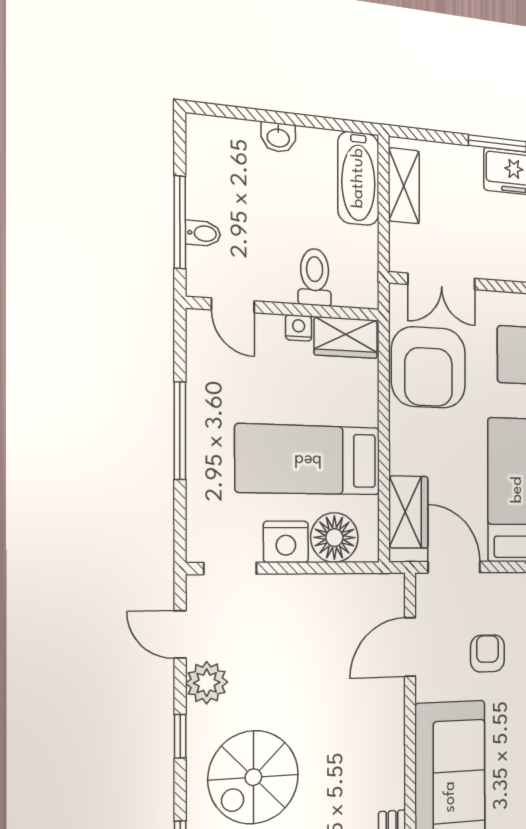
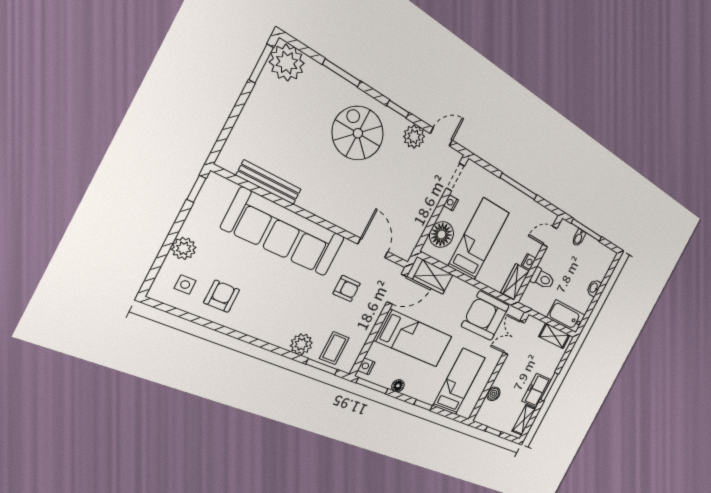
nightstand: (286, 542) -> (451, 203), width x0.53, depth x0.56

